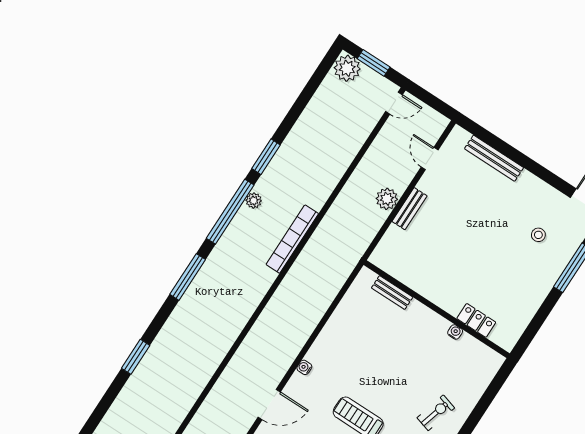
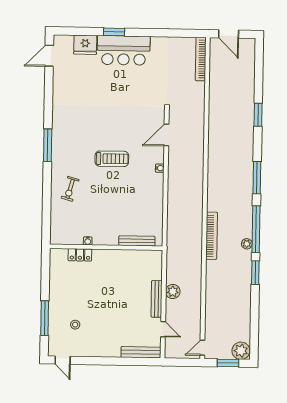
bench: (494, 158) -> (141, 352), moved
bench: (410, 209) -> (157, 299), width x1.36
bench: (392, 293) -> (137, 241), width x1.36

